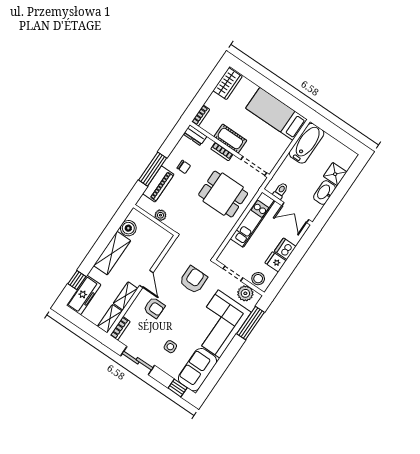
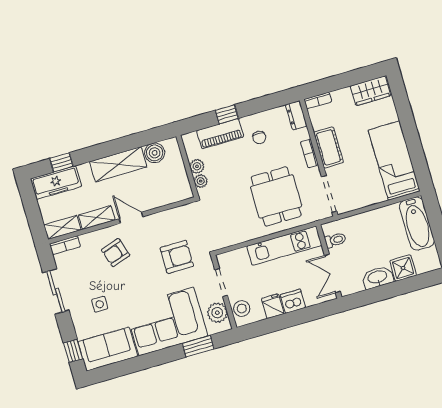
bathtub: (307, 143) -> (417, 224), moved, turned 90
window: (153, 169) -> (227, 114), width x0.46
plant: (170, 222) -> (201, 181), added
door: (146, 279) -> (131, 218), swing flipped
armchair: (154, 308) -> (116, 253), turned 72
window: (251, 323) -> (198, 346), width x0.69

